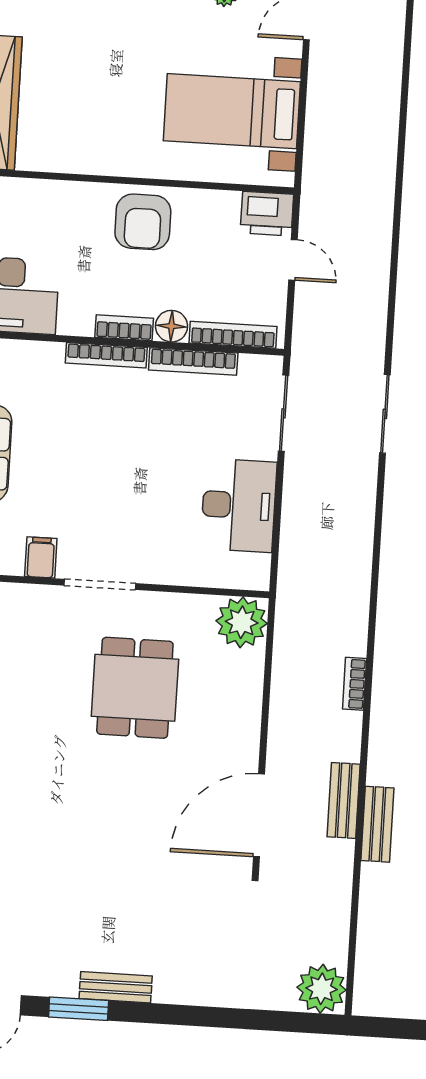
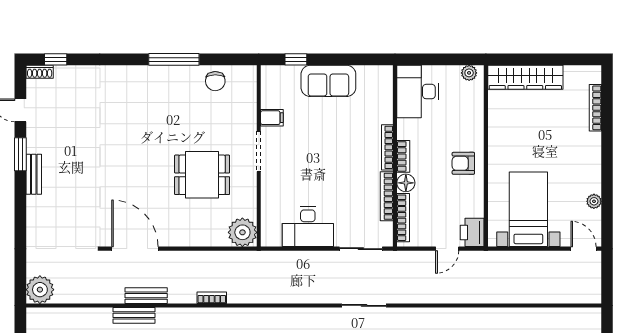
armchair: (143, 222) -> (463, 163), width x0.72, depth x0.72

